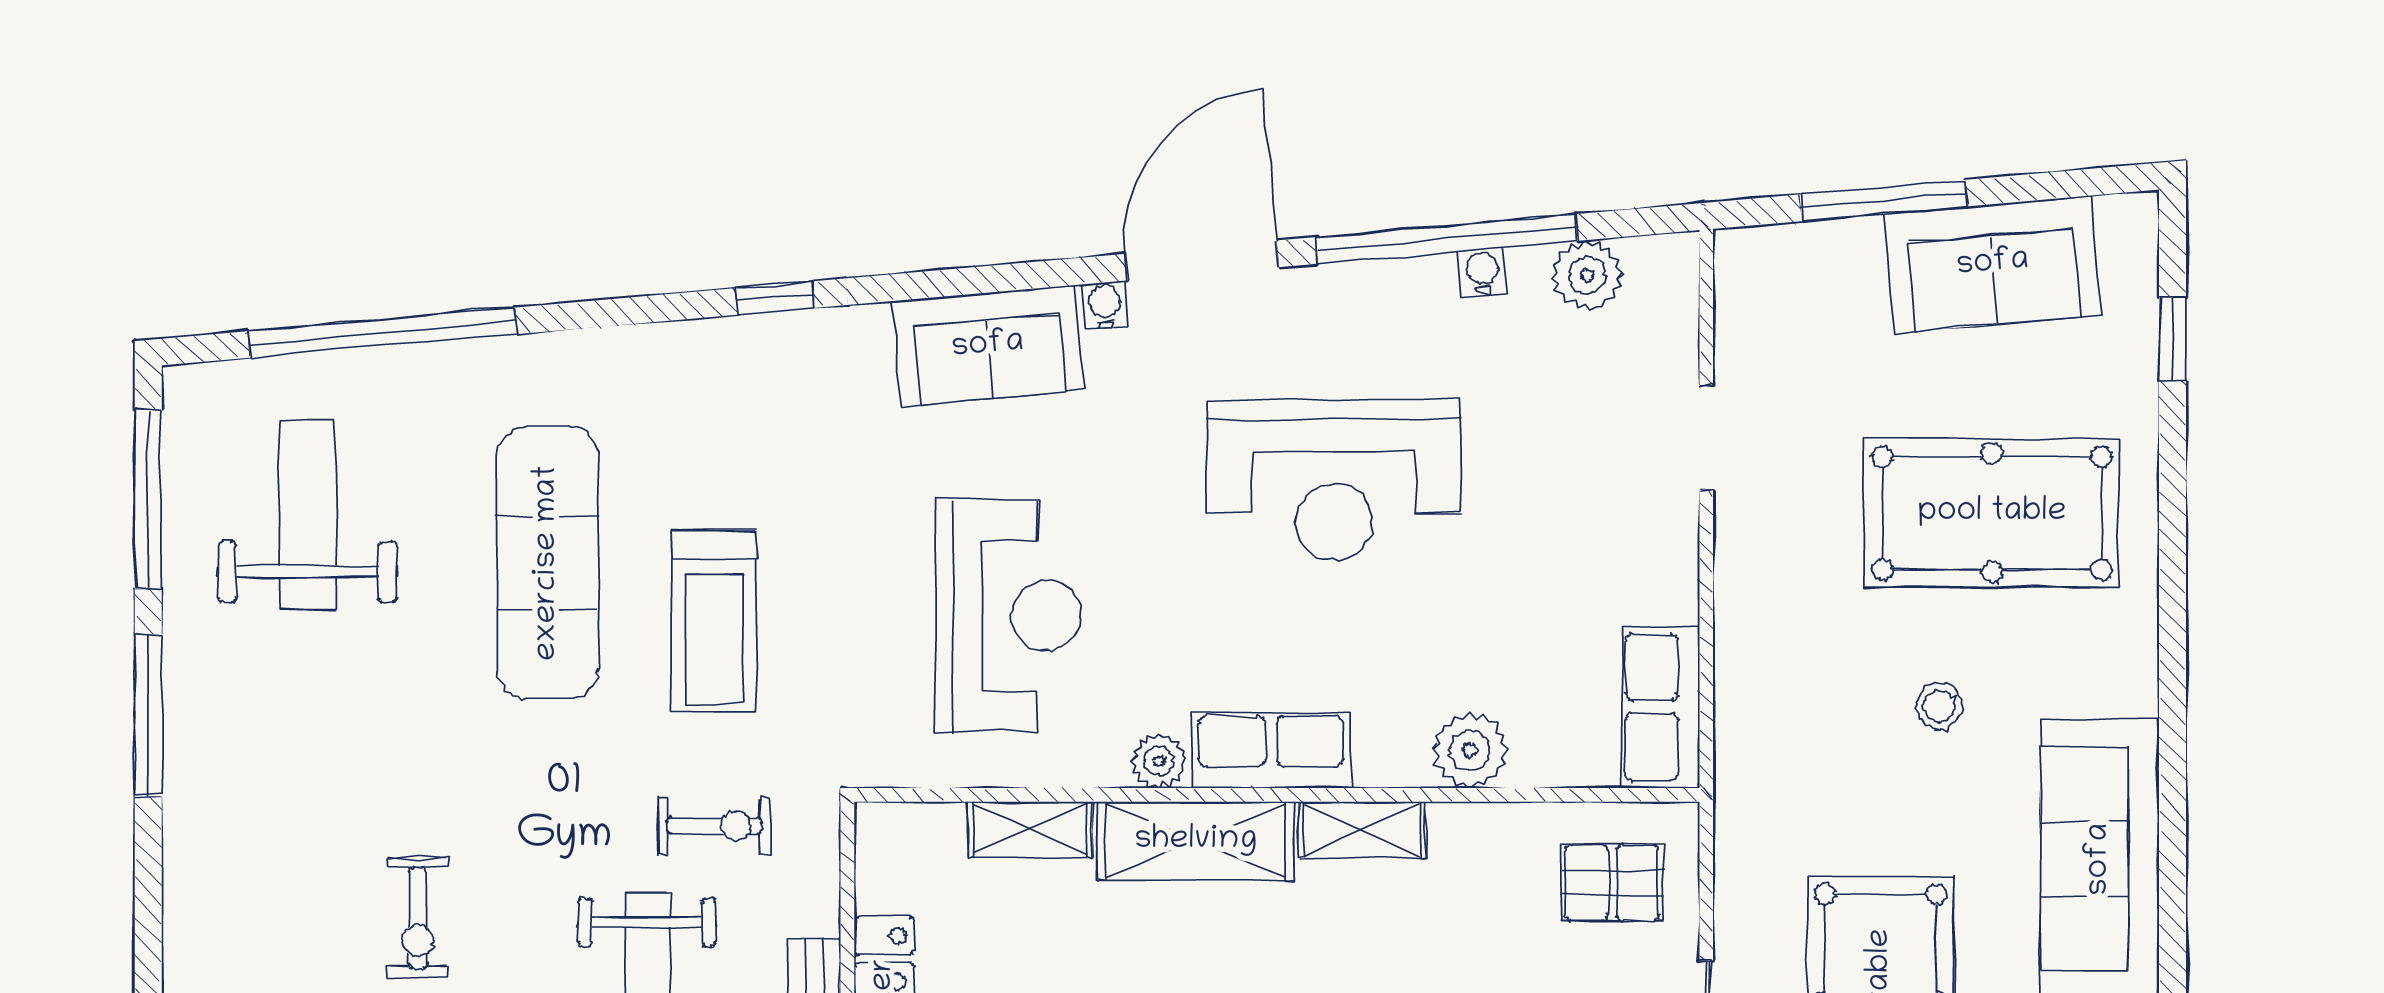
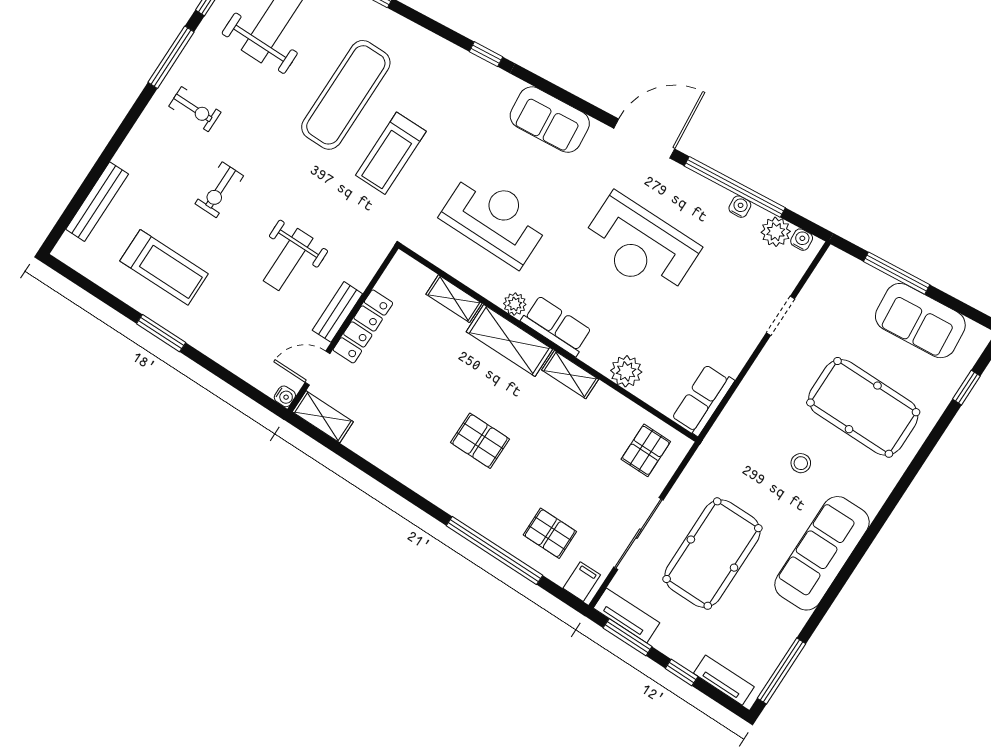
water cooler: (1105, 305) -> (802, 240), moved
reception desk: (1008, 616) -> (495, 219), turned -90
exercise bike: (714, 826) -> (195, 109), moved
pallet: (1612, 883) -> (646, 450), turned 90

